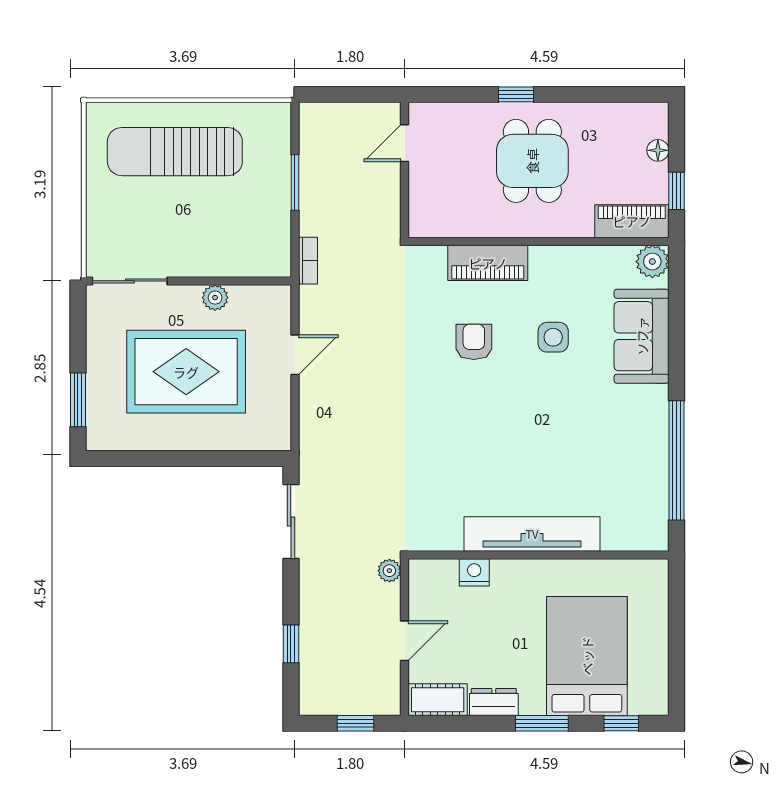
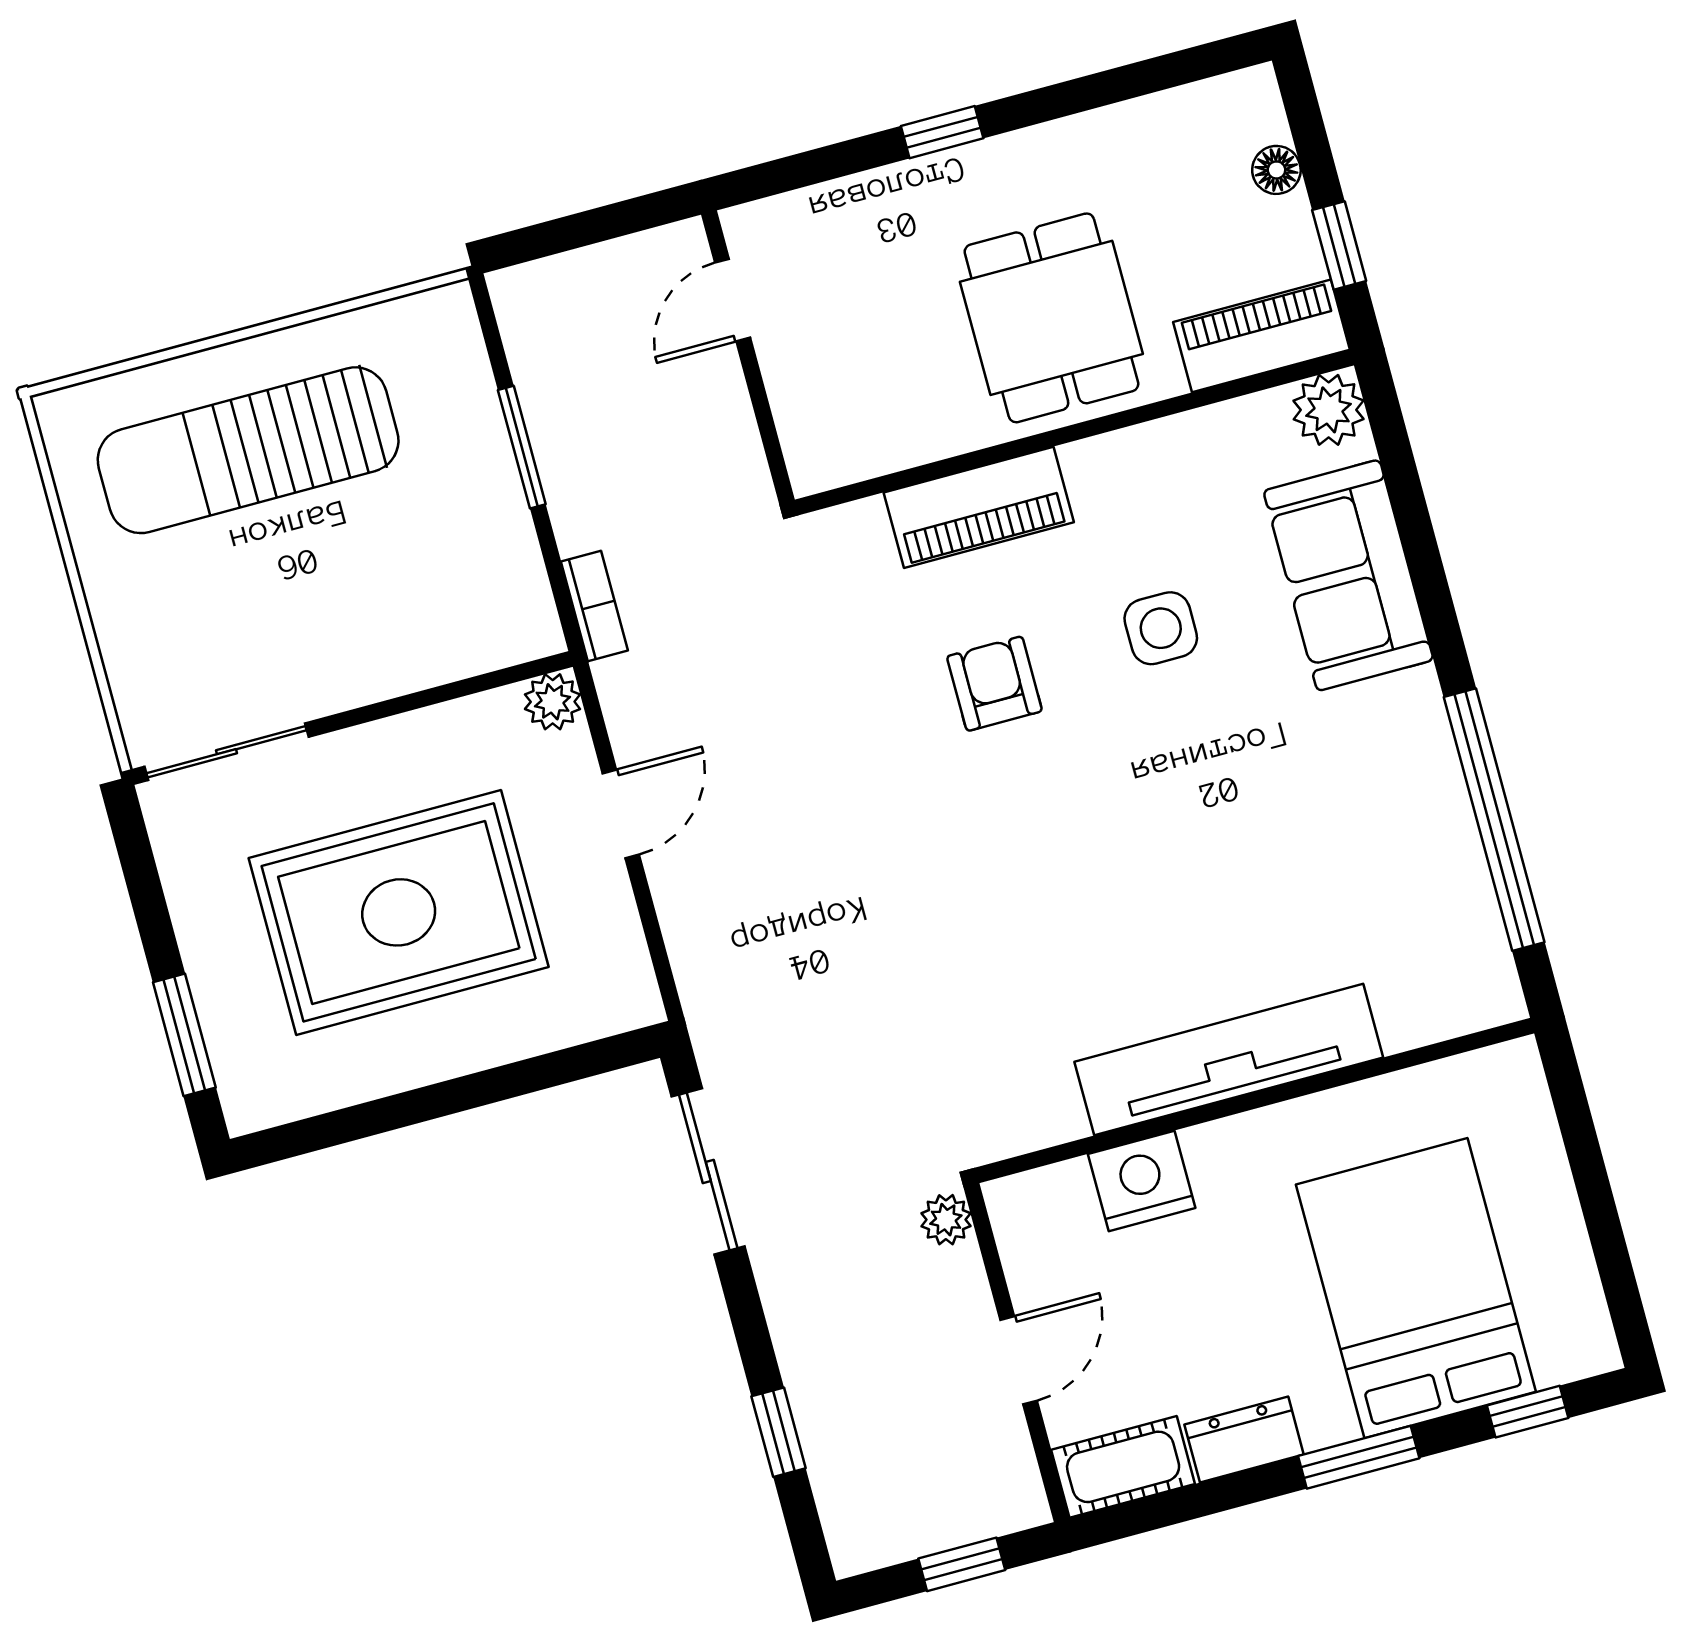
dining table: (532, 161) -> (1051, 318), moved
plant: (215, 298) -> (553, 702), moved
nightstand: (474, 572) -> (1142, 1181), width x1.36, depth x1.33

